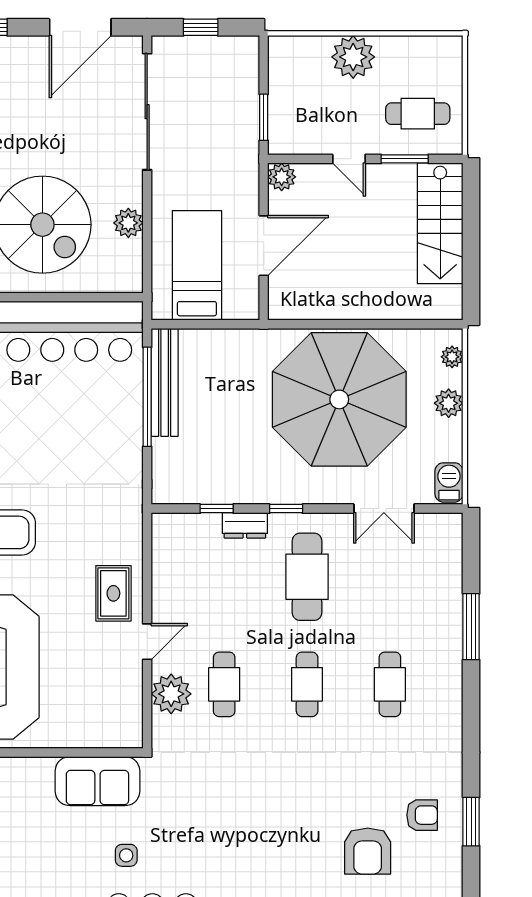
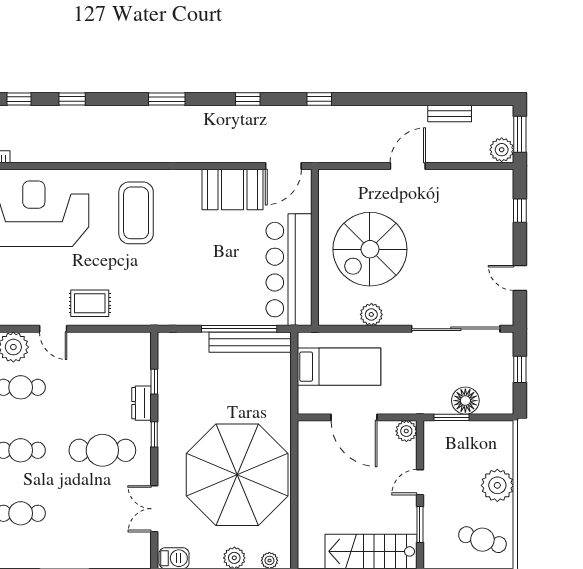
door: (80, 27) -> (520, 278), width x0.53
floor lamp: (242, 99) -> (465, 401), added
cafe table: (418, 114) -> (482, 540), moved, turned -73

